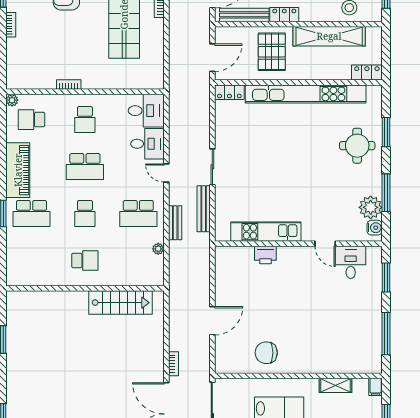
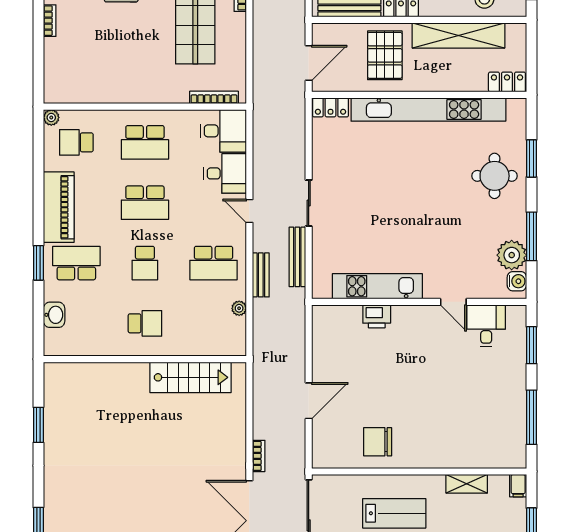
bookcase: (69, 85) -> (214, 97), moved, width x1.56
school desk: (85, 120) -> (145, 142), width x1.85
school desk: (31, 214) -> (76, 263), turned 180
washbasin: (14, 254) -> (54, 315), added

